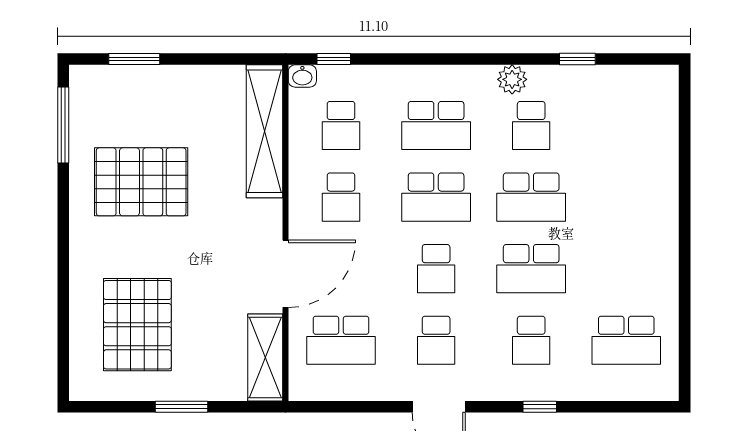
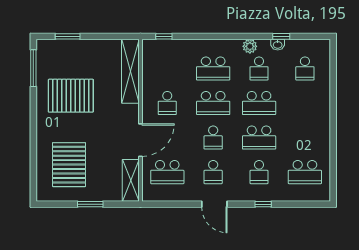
washbasin: (302, 76) -> (278, 45), moved
school desk: (341, 125) -> (305, 68), moved

